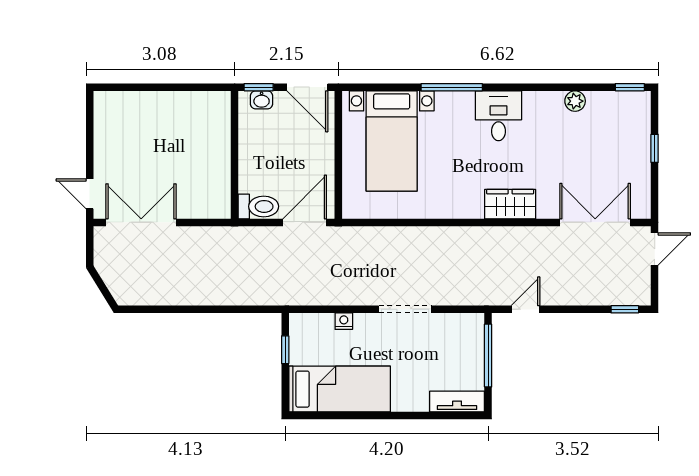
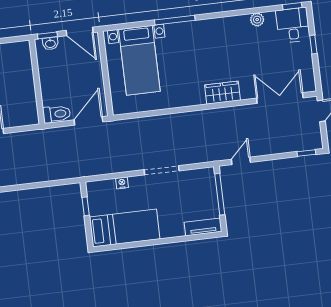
desk: (498, 116) -> (293, 25), moved

